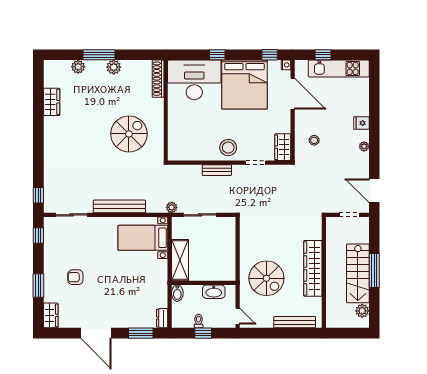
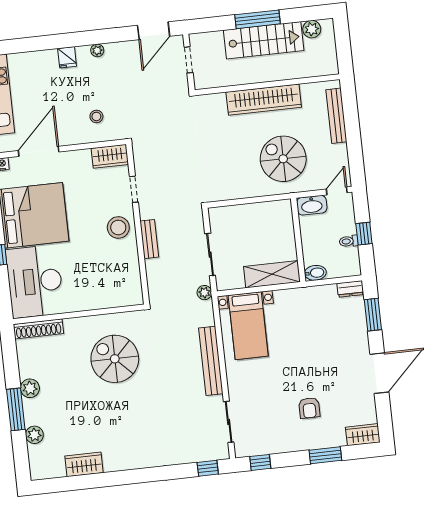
spiral stairs: (266, 278) -> (283, 159), turned -90
washbasin: (214, 292) -> (312, 205), moved, turned 90

